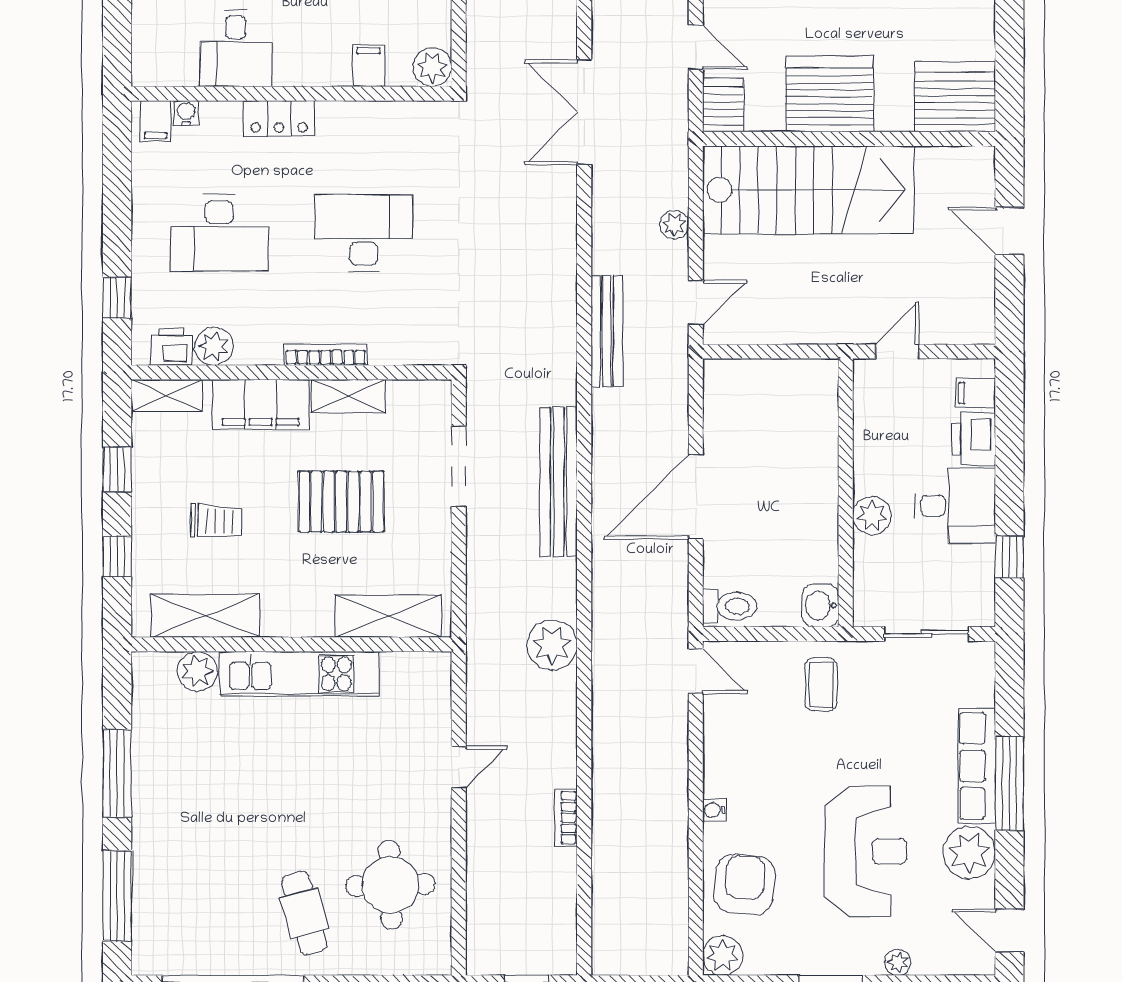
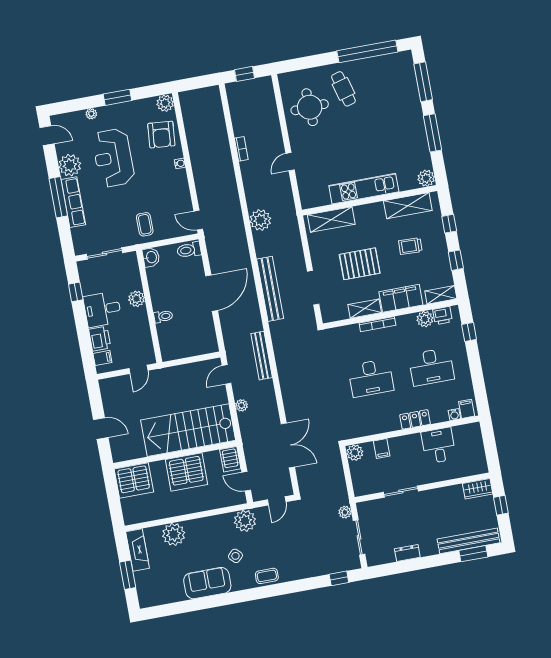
desk: (219, 233) -> (431, 367), turned 180
toilet: (817, 463) -> (163, 316), added
plant: (197, 671) -> (426, 178), moved

